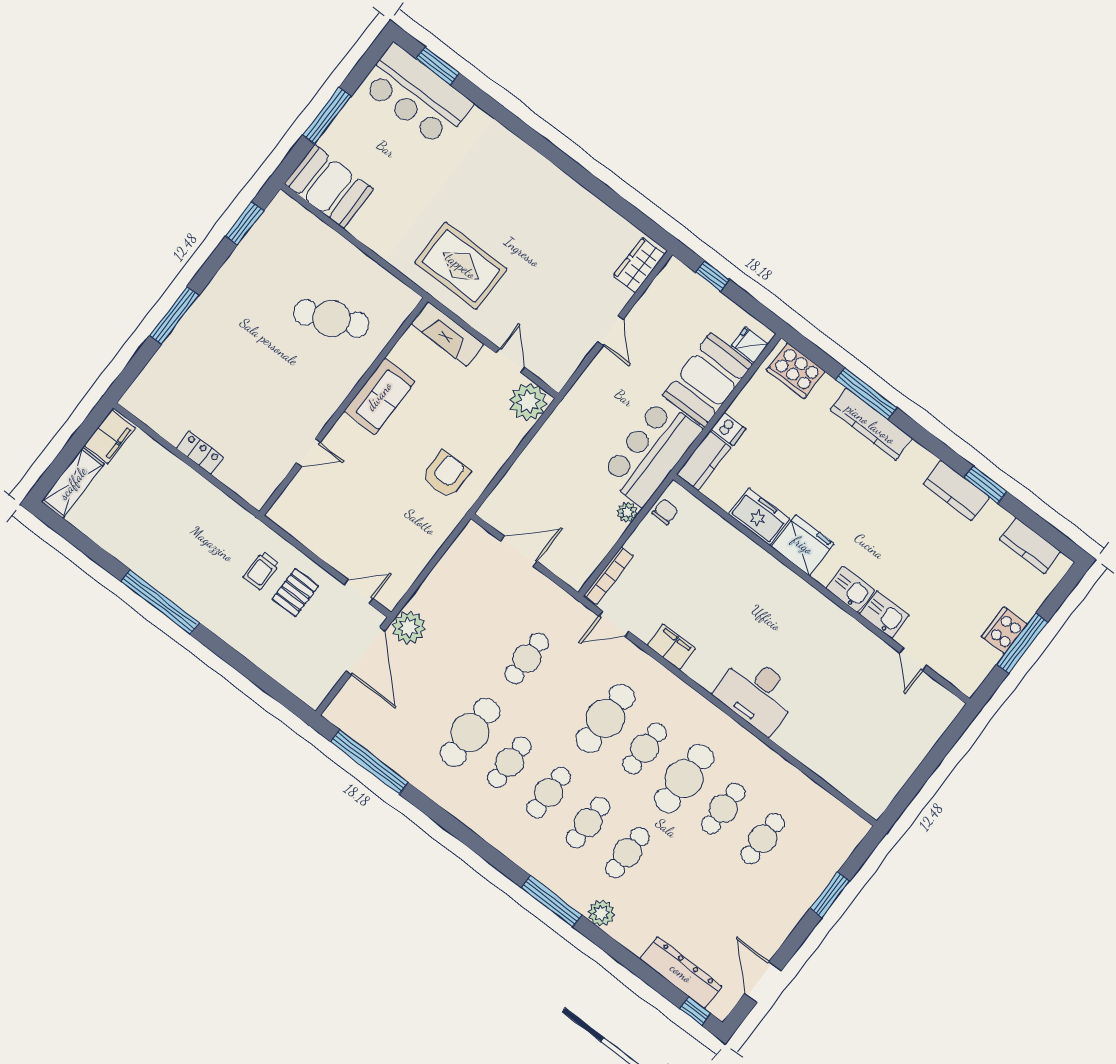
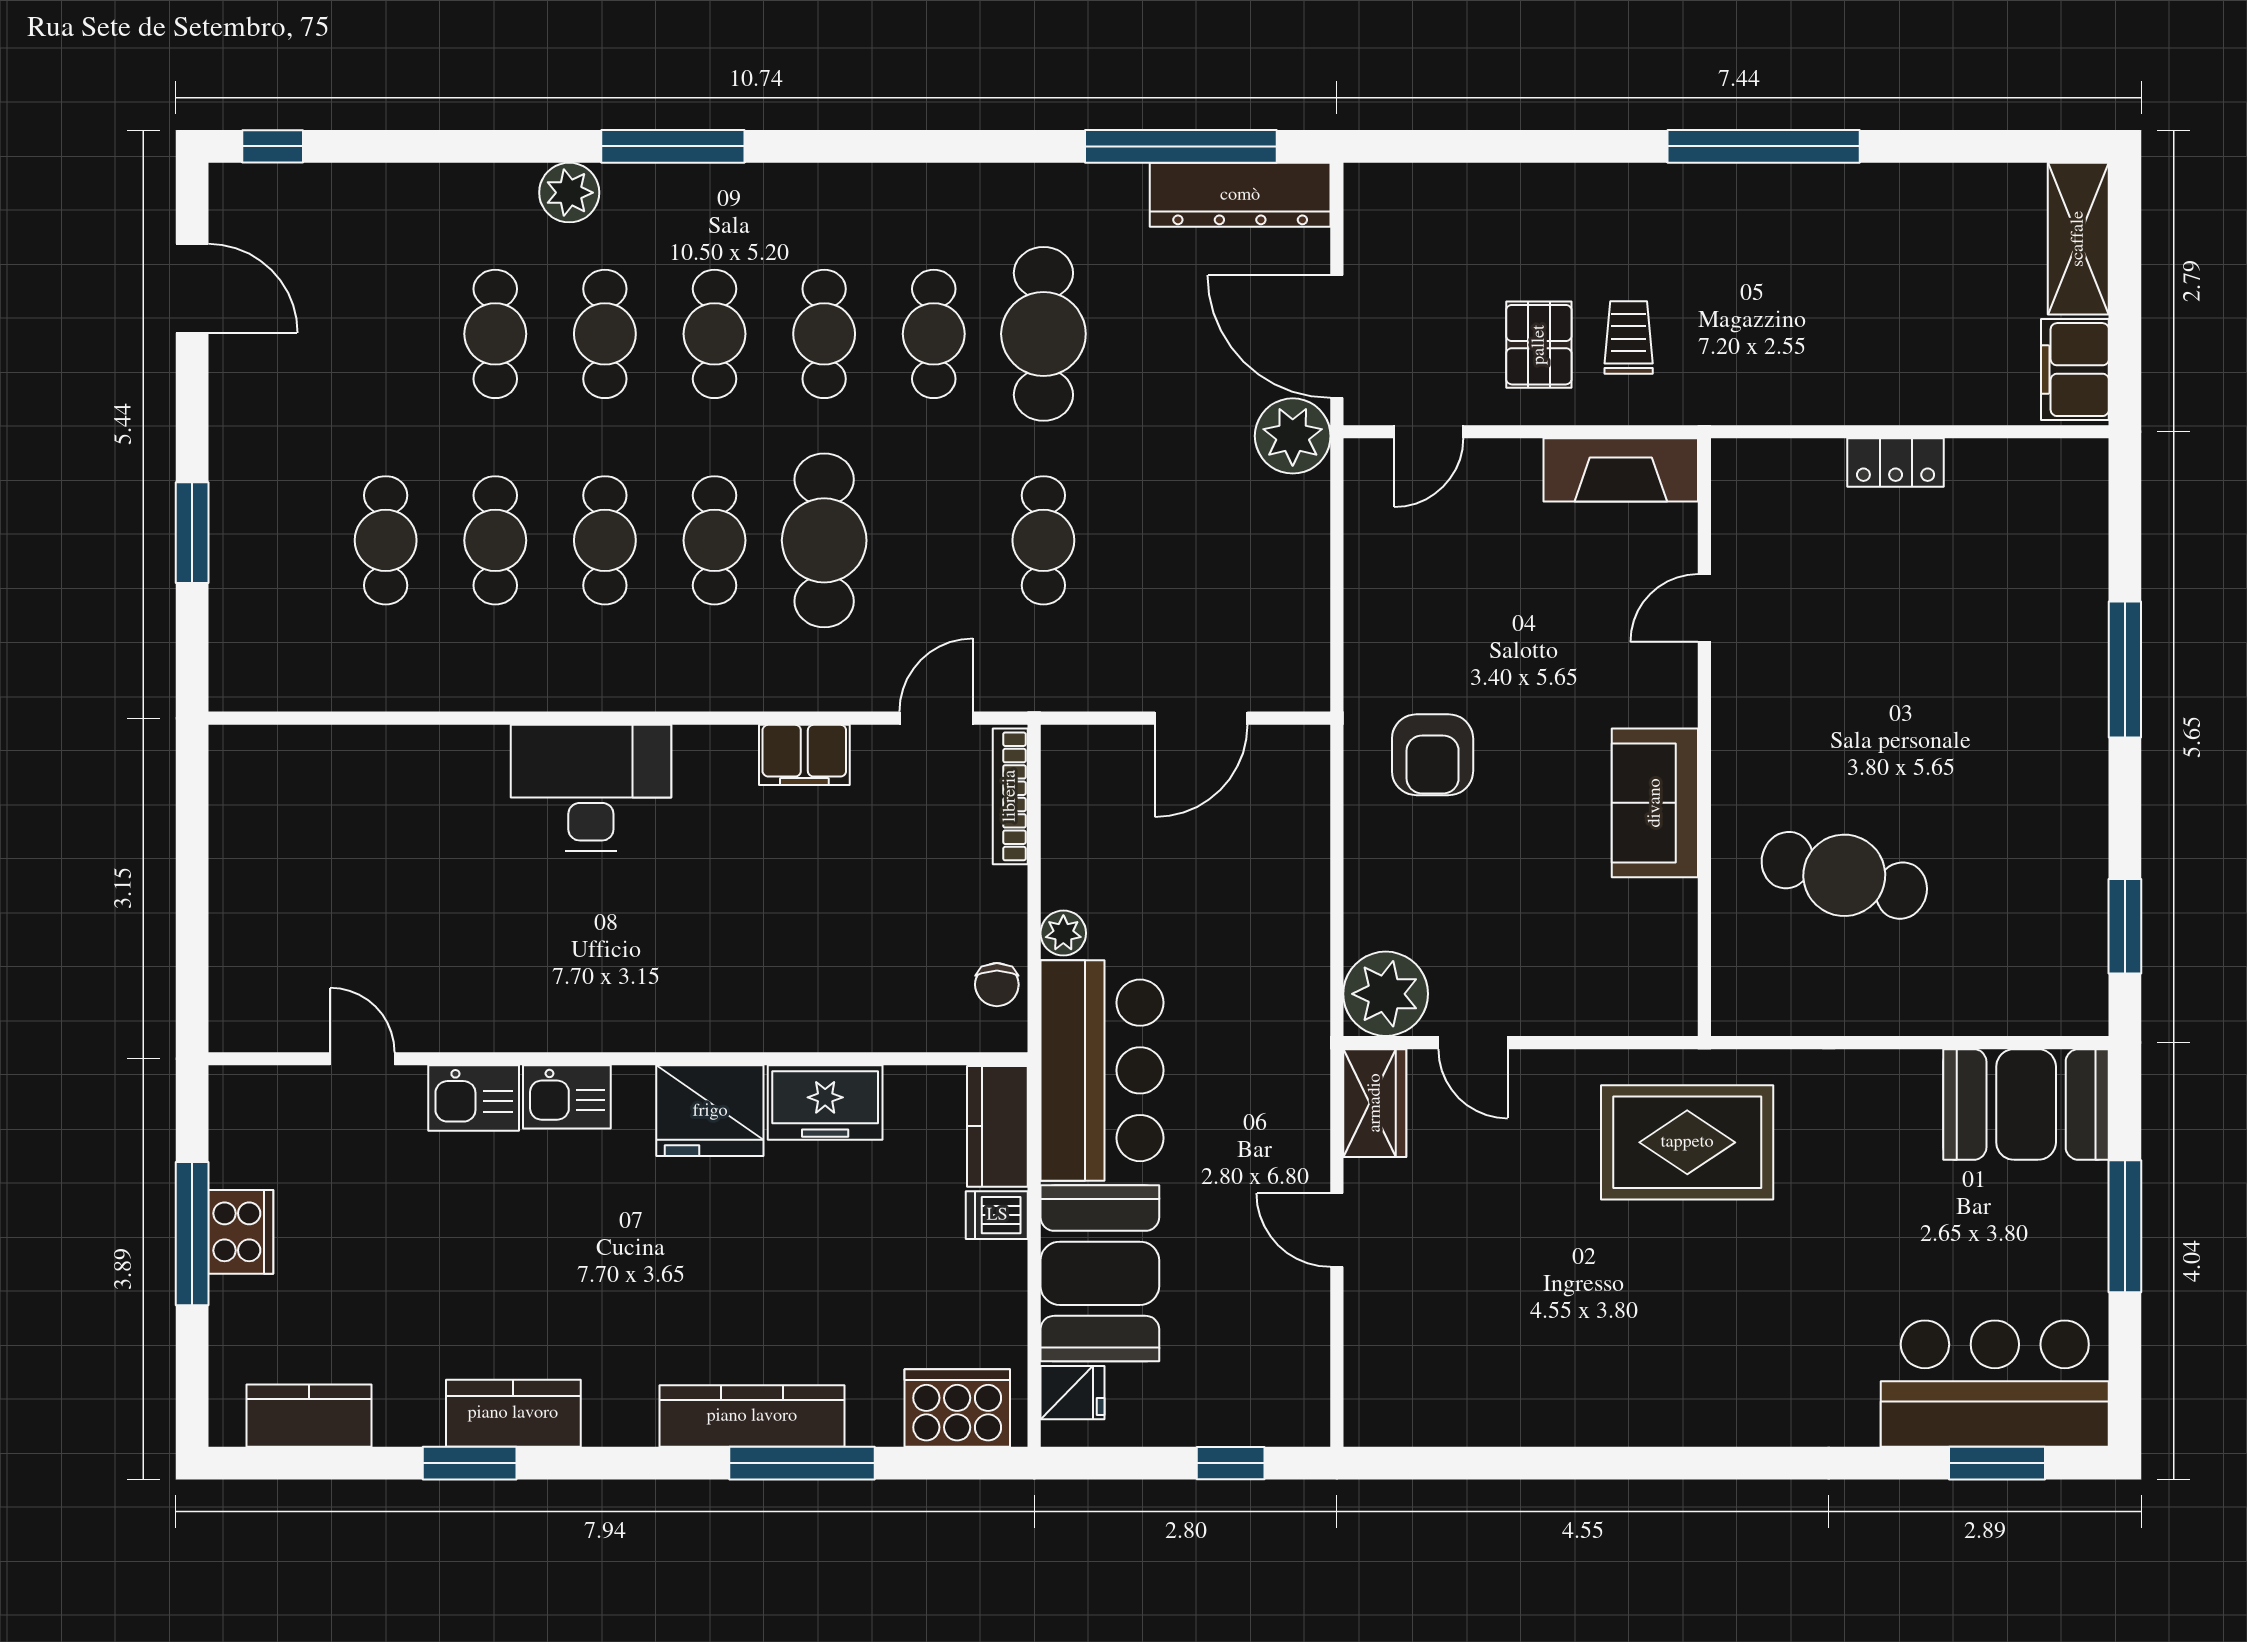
wardrobe: (639, 265) -> (1375, 1103), moved
cafe table: (331, 319) -> (1844, 875), turned 39
fireplace: (448, 334) -> (1621, 470), moved, turned 180
cafe table: (684, 779) -> (605, 540), width x0.73, depth x0.74
cafe table: (667, 883) -> (495, 334), added
dresser: (681, 973) -> (1240, 195), moved

